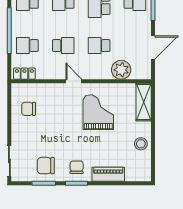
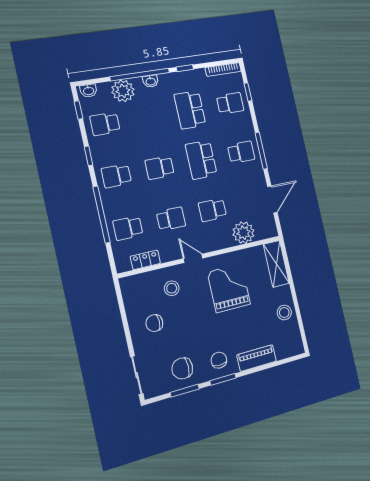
locker: (24, 74) -> (145, 260), moved
stool: (51, 101) -> (172, 288), added
chair: (29, 109) -> (154, 323), moved

